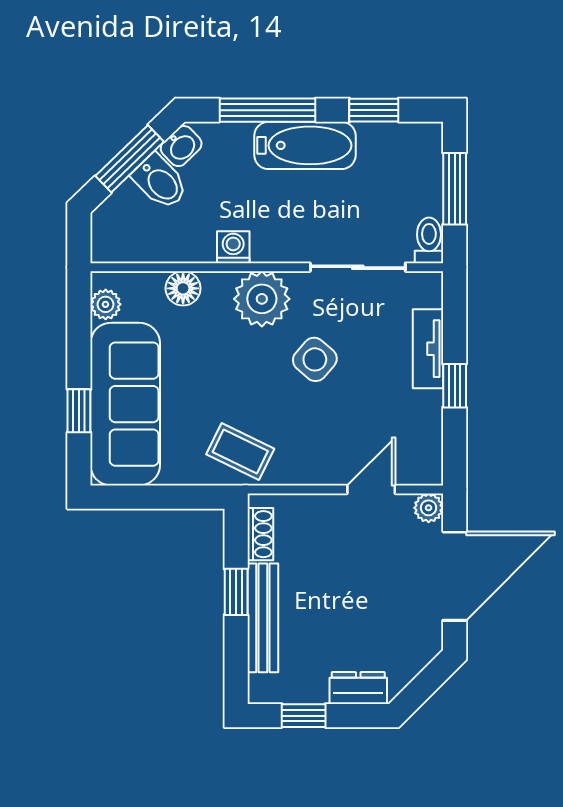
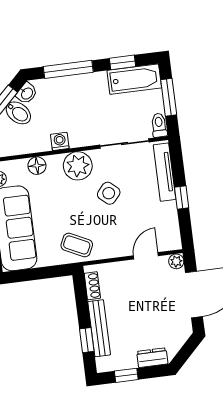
bathtub: (305, 145) -> (134, 79), moved
tv unit: (428, 349) -> (165, 172), width x1.41
window: (236, 592) -> (87, 340), moved

